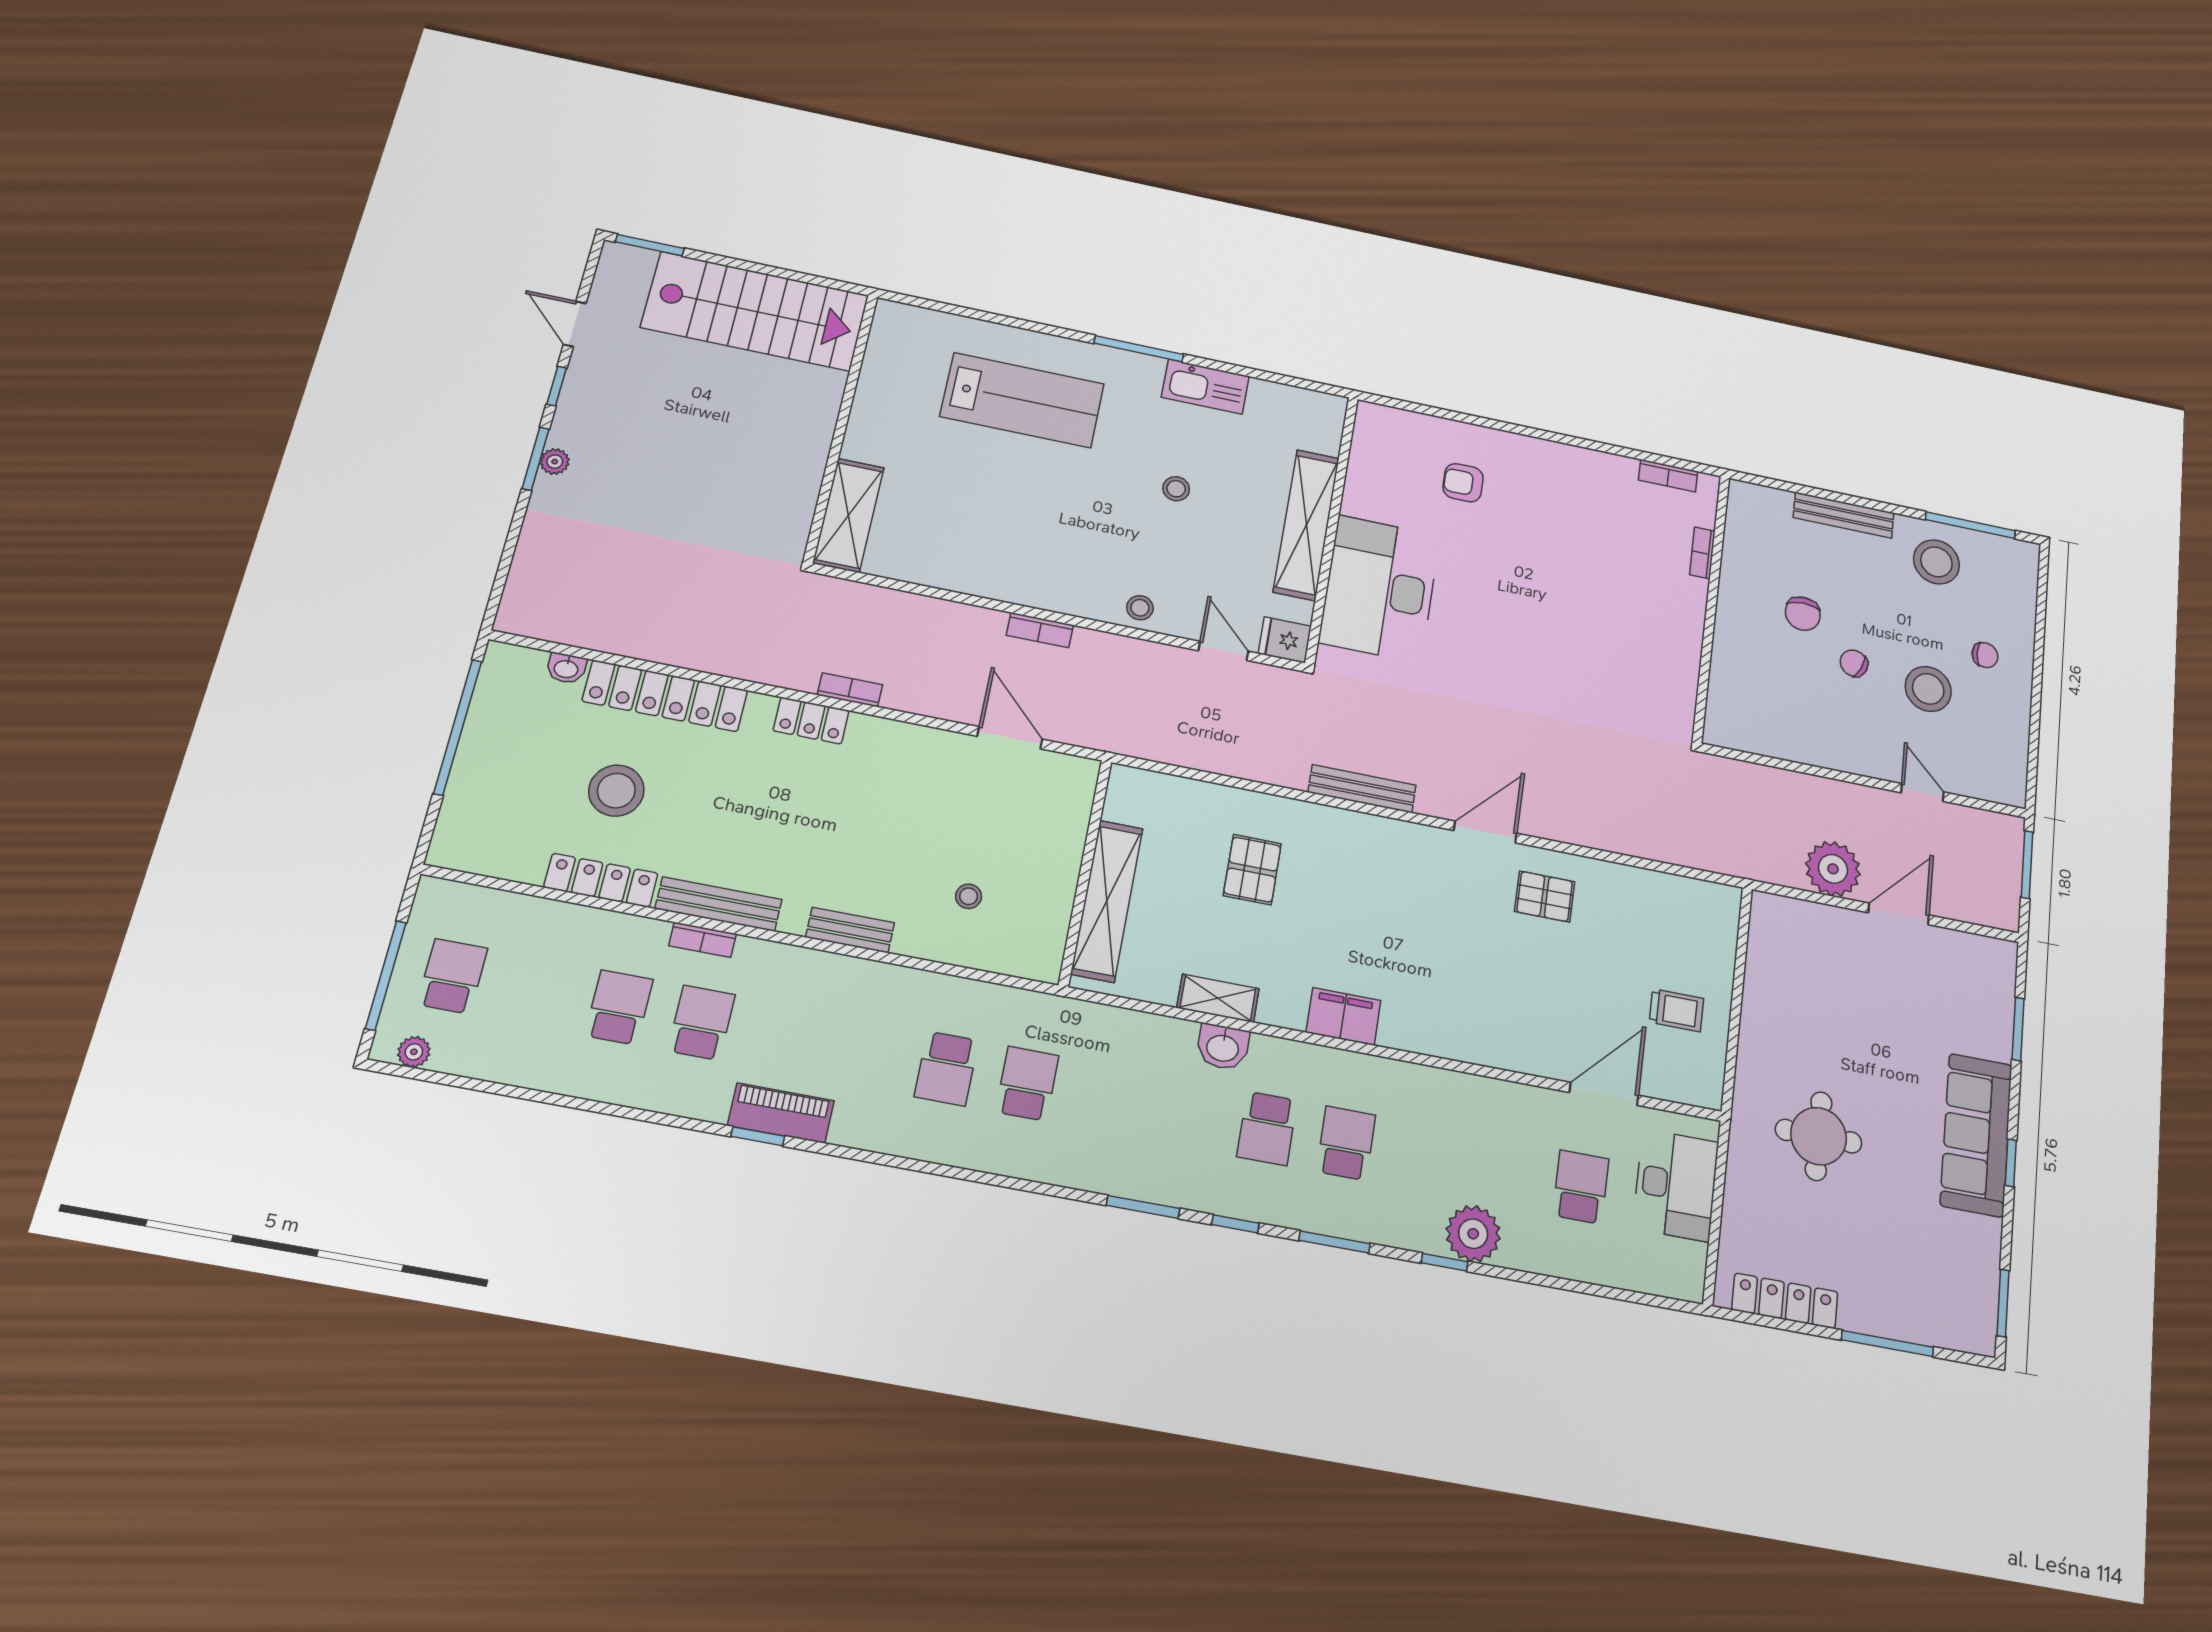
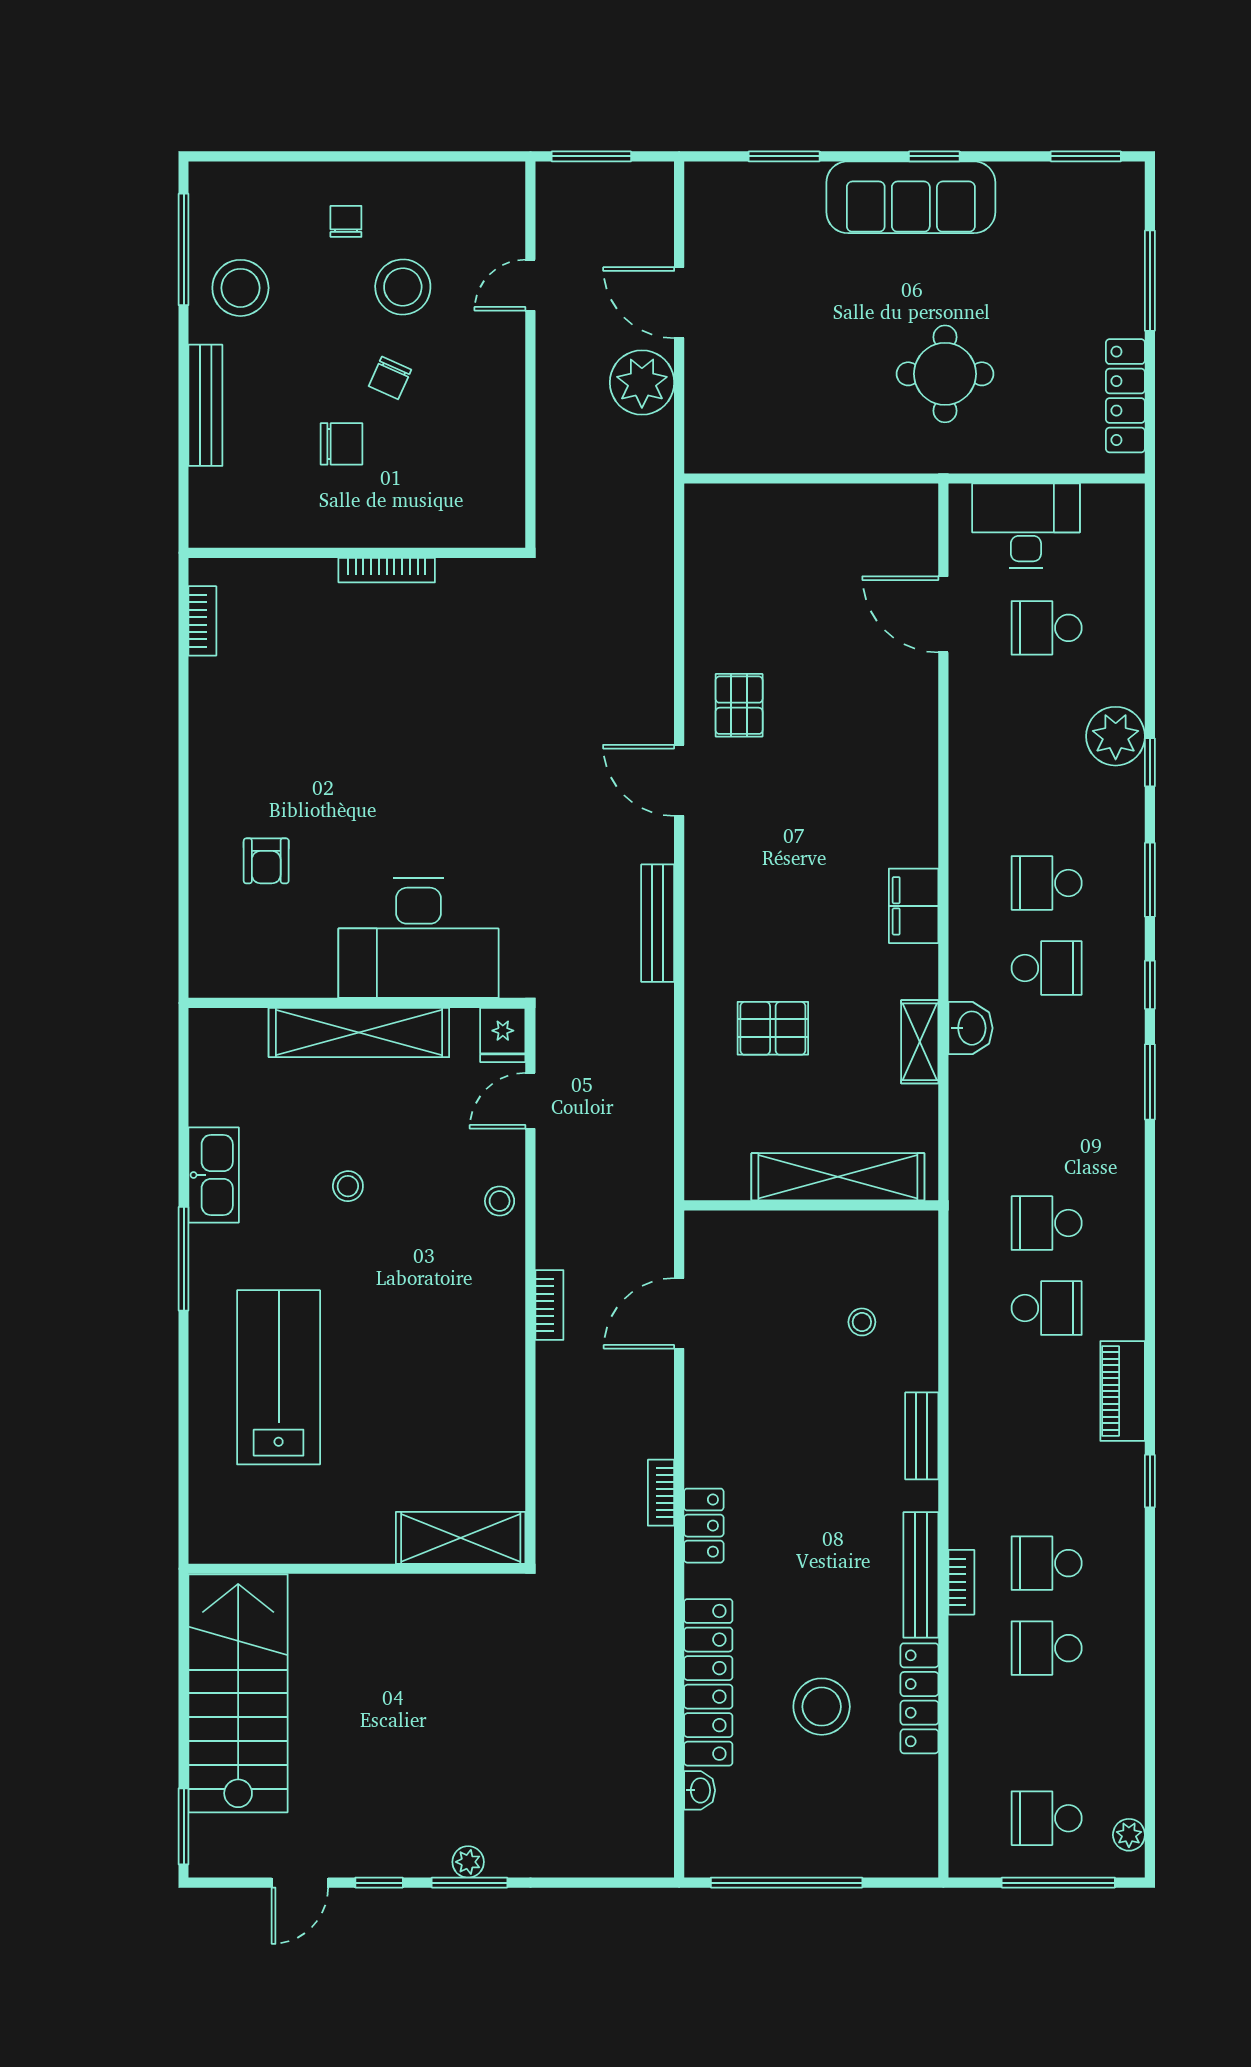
bookcase: (1702, 553) -> (387, 570), moved, width x1.56
trolley: (1676, 1010) -> (837, 545), removed
piano: (781, 1113) -> (1123, 1391), moved

